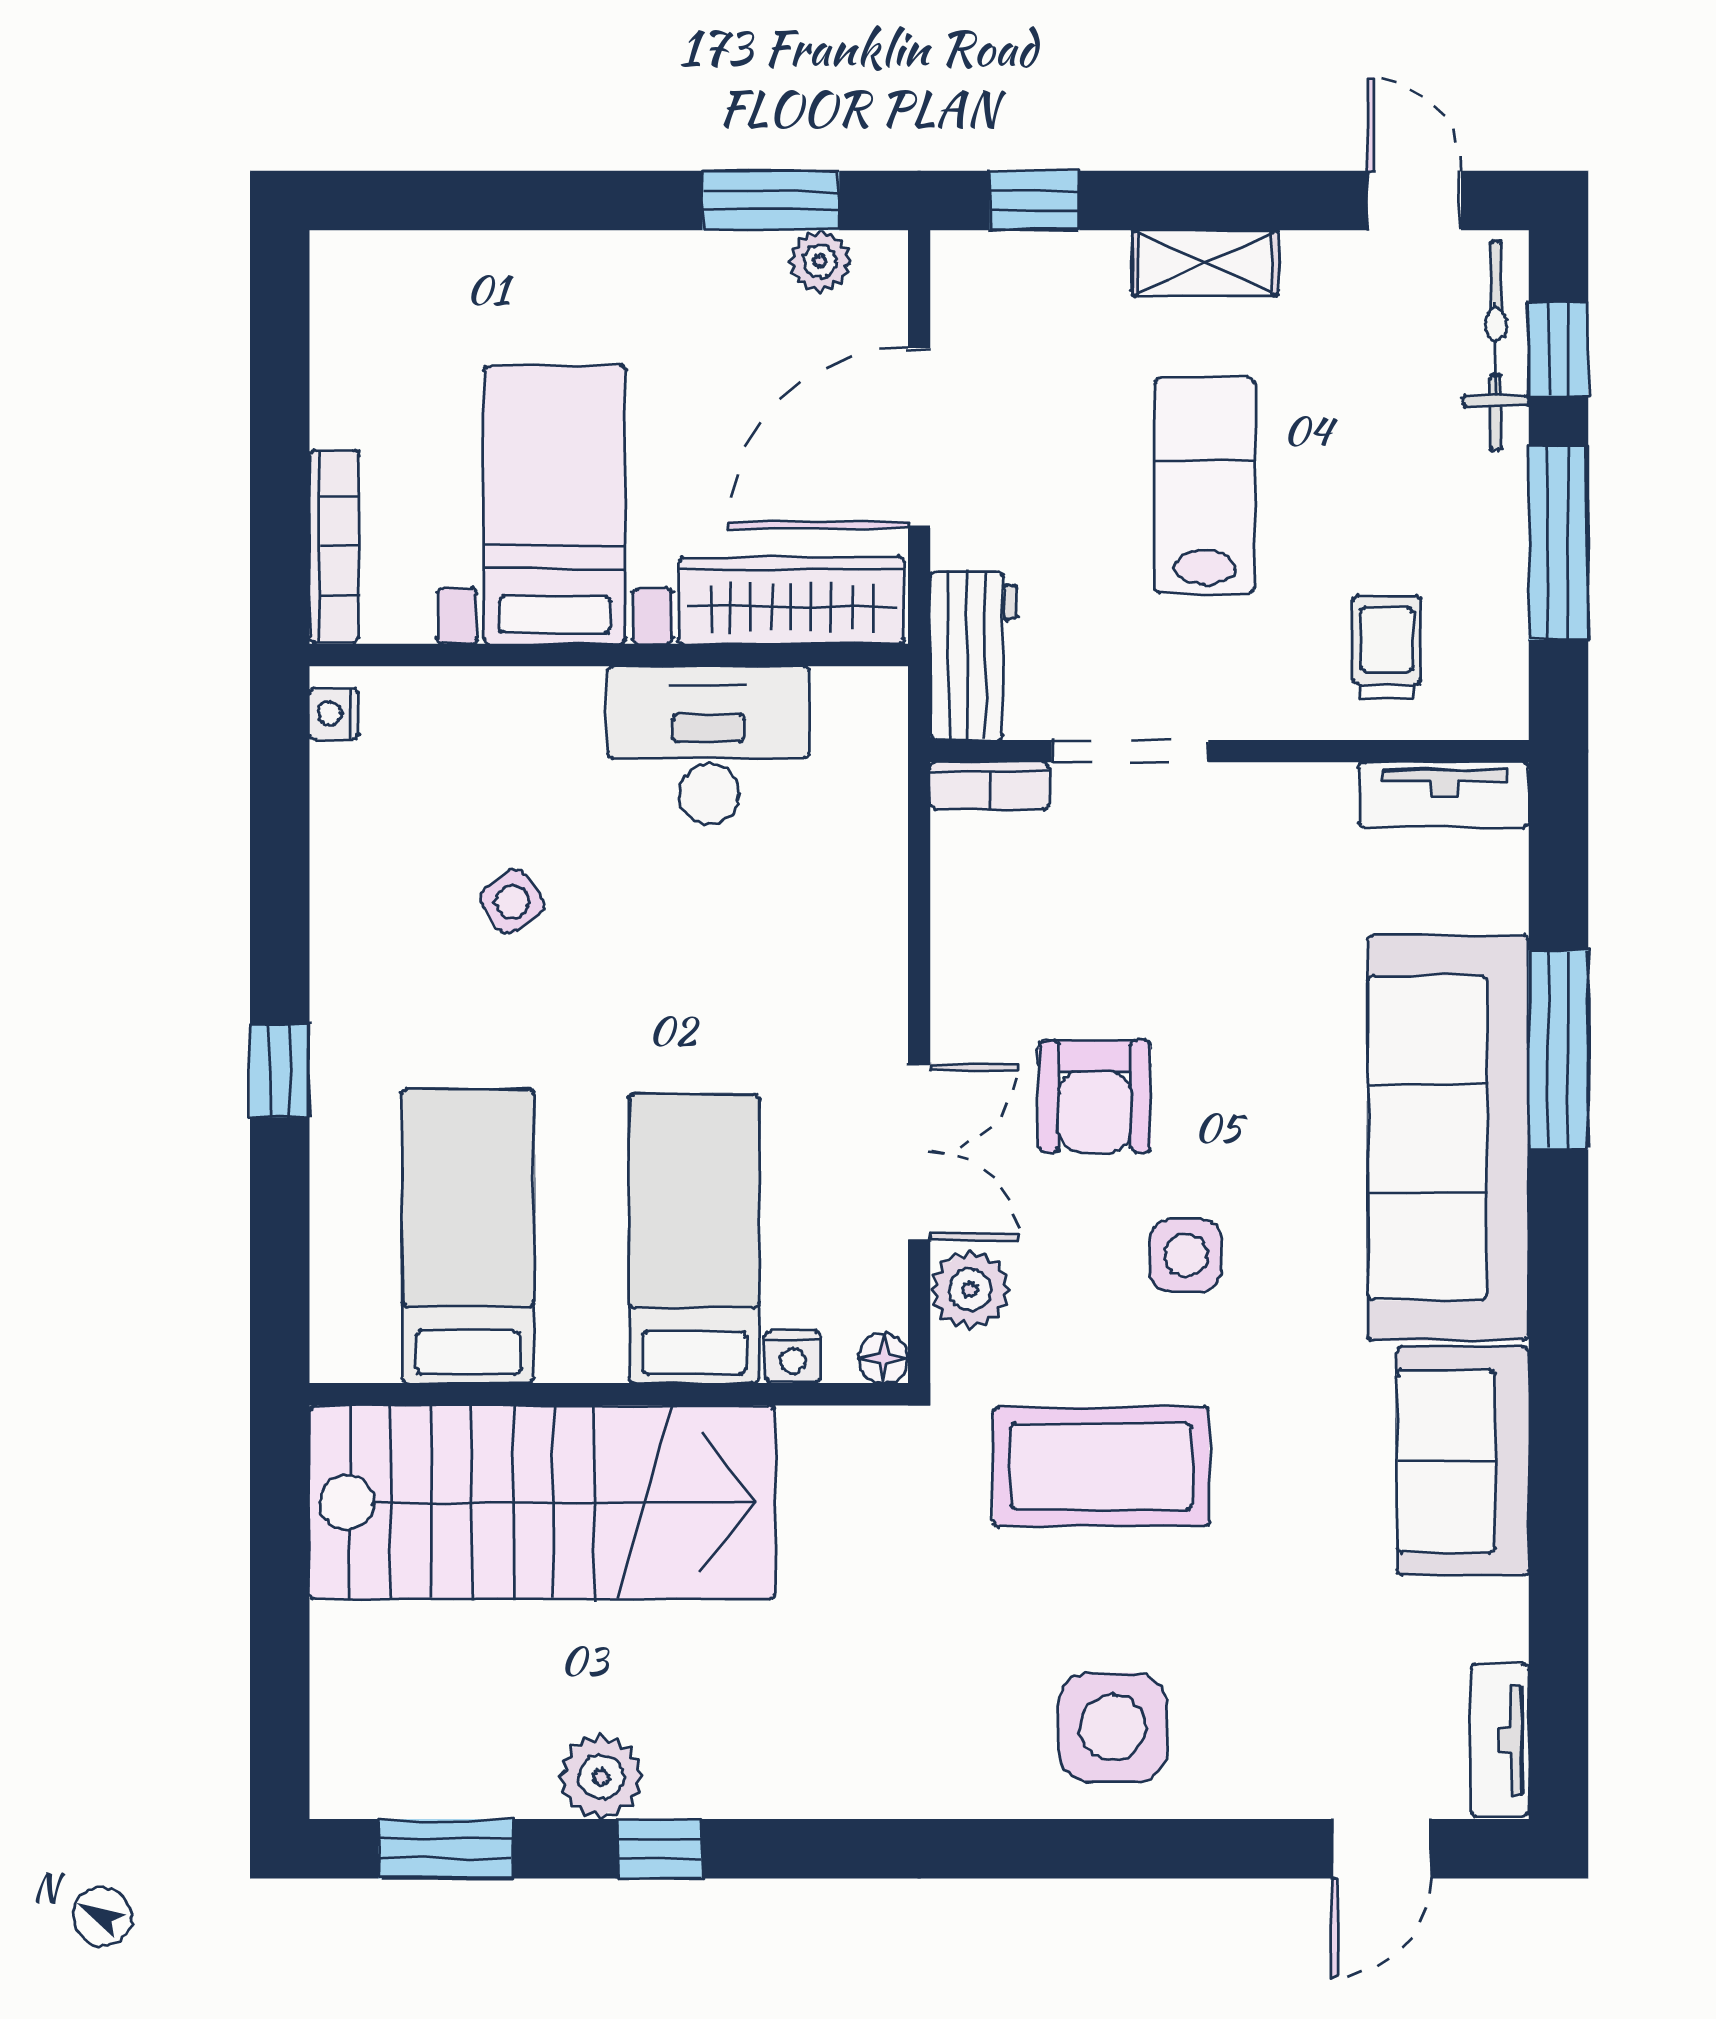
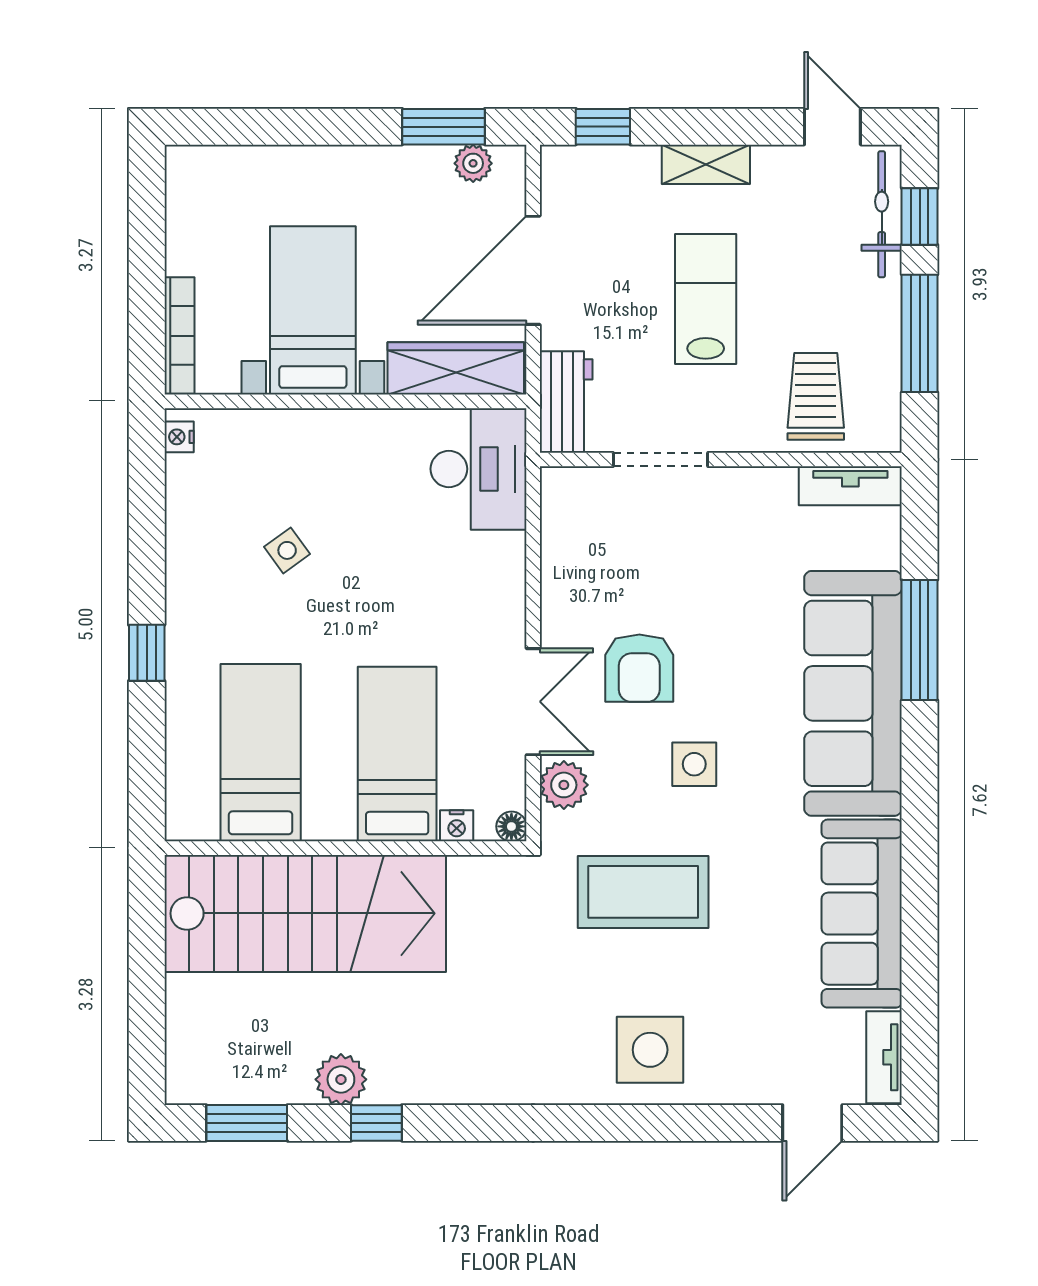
trolley: (1387, 647) -> (816, 396), width x1.36, depth x1.39
desk: (709, 745) -> (479, 469), moved, turned 90
bookcase: (989, 786) -> (576, 480), removed
sofa: (1463, 1461) -> (862, 914), width x1.36

